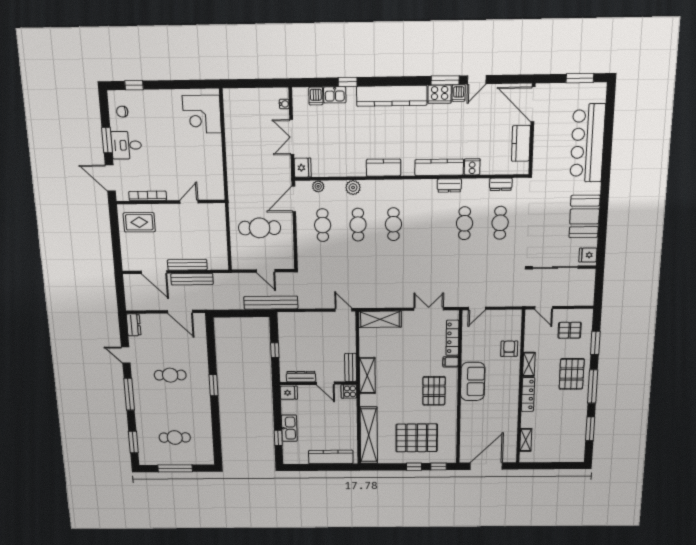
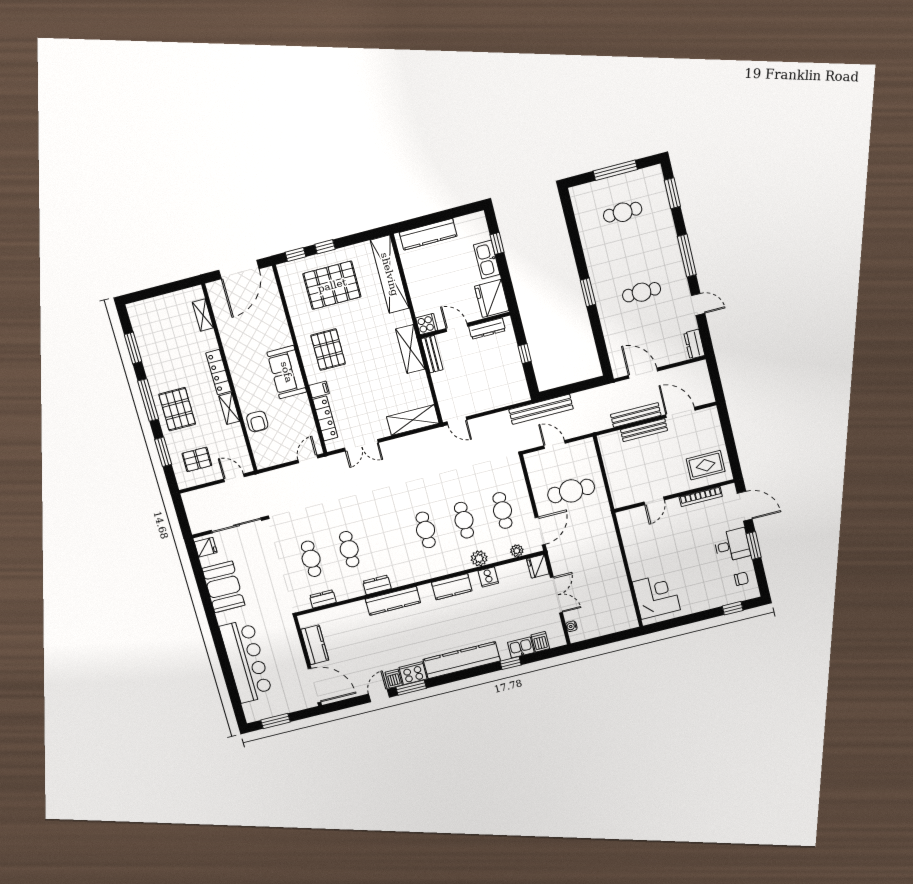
cooker: (472, 167) -> (488, 577), moved
fridge: (289, 393) -> (492, 298), width x1.88, depth x1.34

